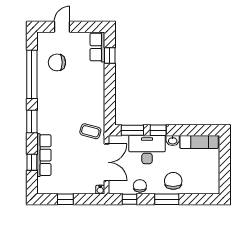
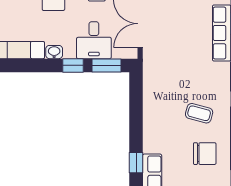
coffee table: (90, 131) -> (199, 113), moved
desk: (147, 150) -> (94, 40), width x0.73

